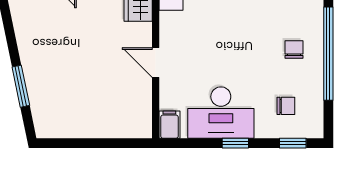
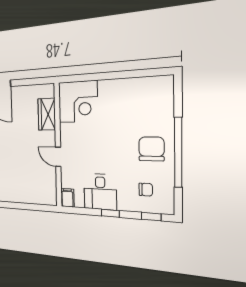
chair: (294, 49) -> (151, 149), width x1.87, depth x1.87
desk: (221, 113) -> (100, 192), width x0.73

